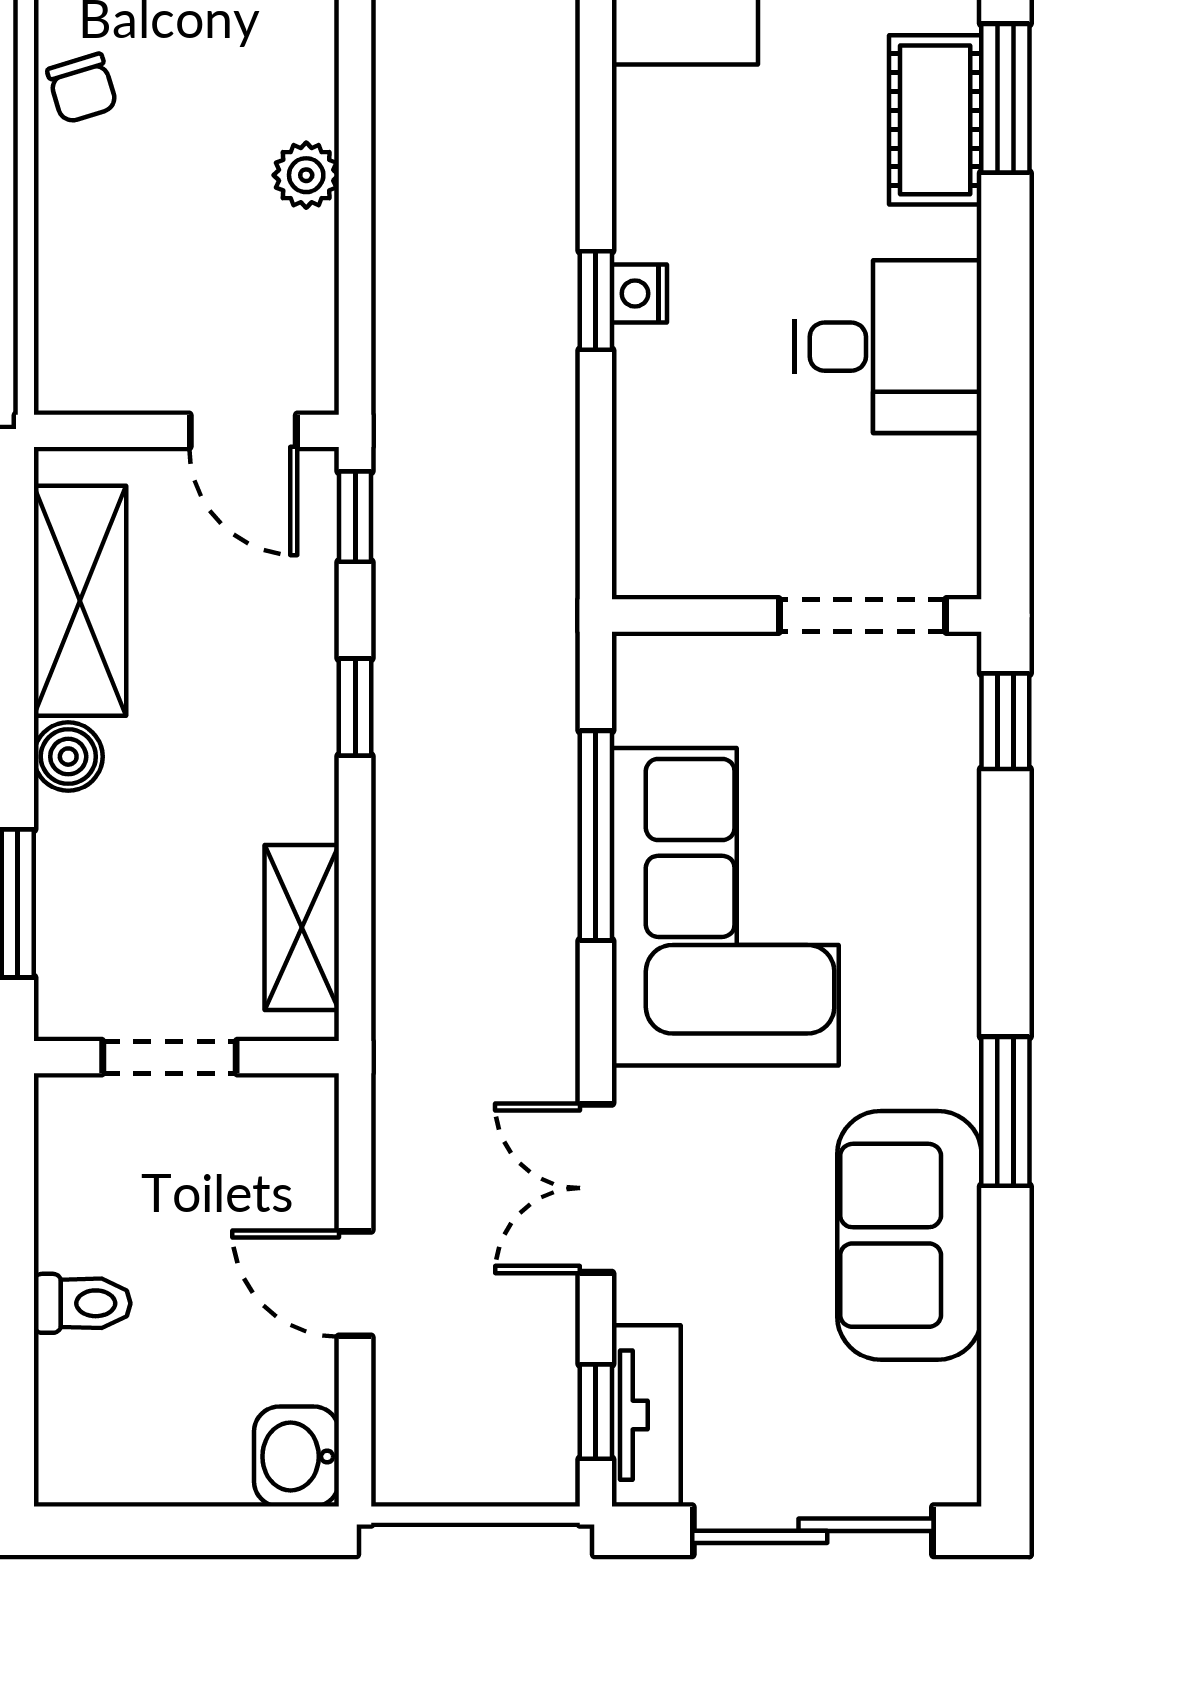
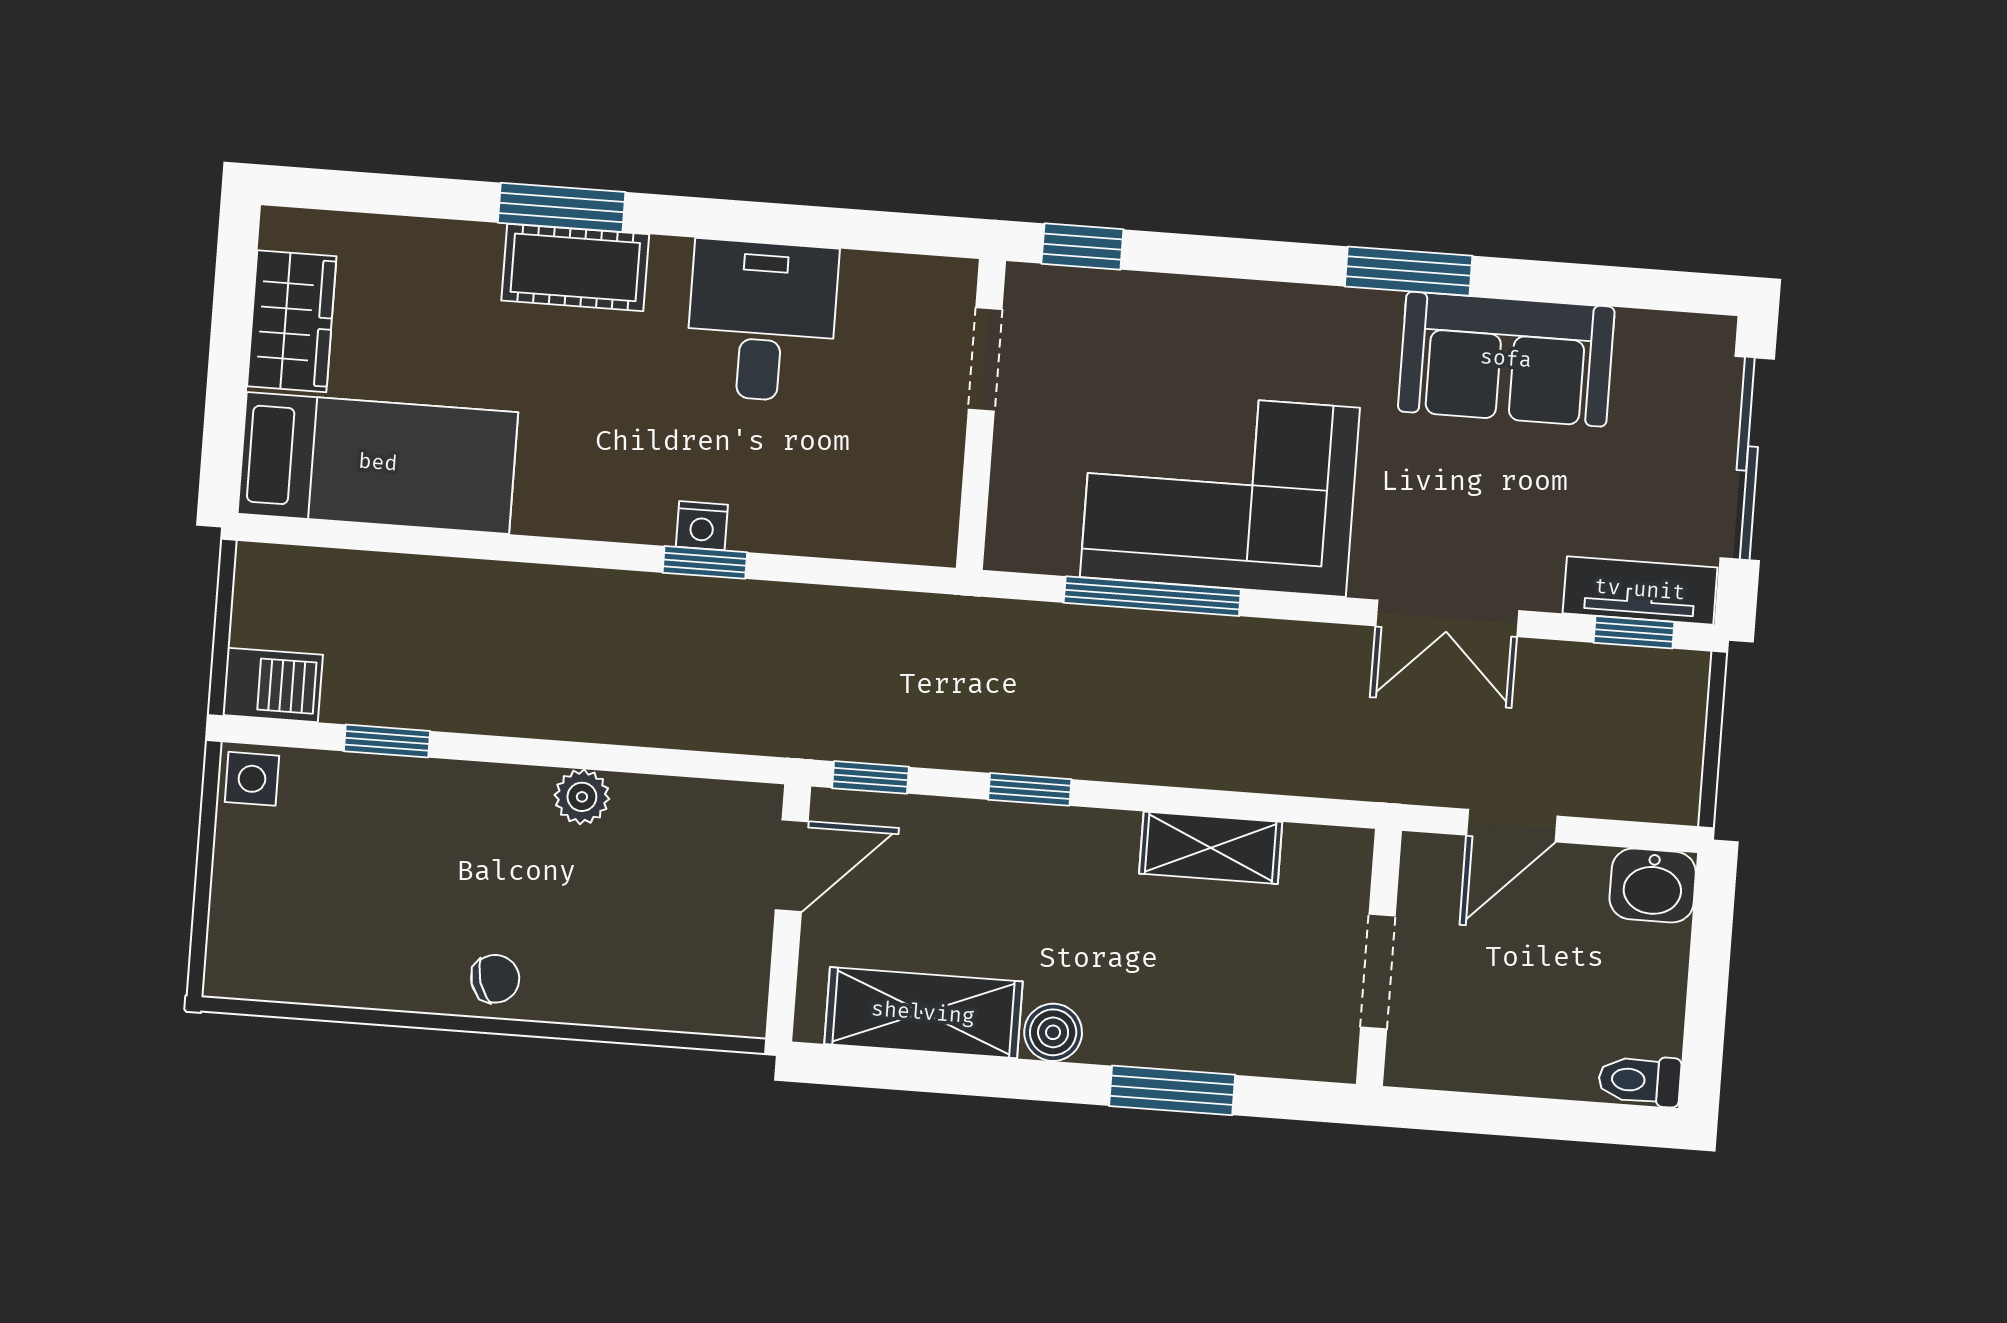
doorway: (862, 615) -> (985, 359), width x0.73
doorway: (170, 1057) -> (1378, 972), moved
wall: (186, 1057) -> (1379, 957), moved
toilet: (82, 1303) -> (1640, 1080), moved, turned -90

